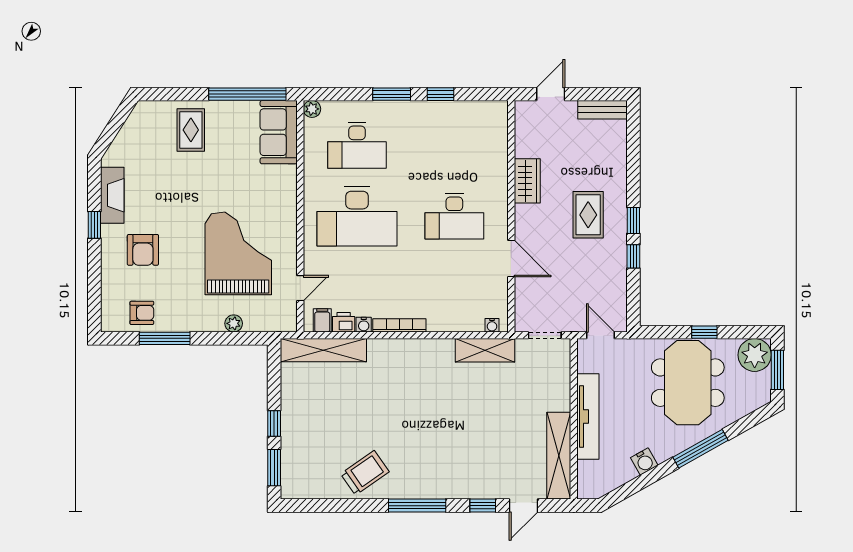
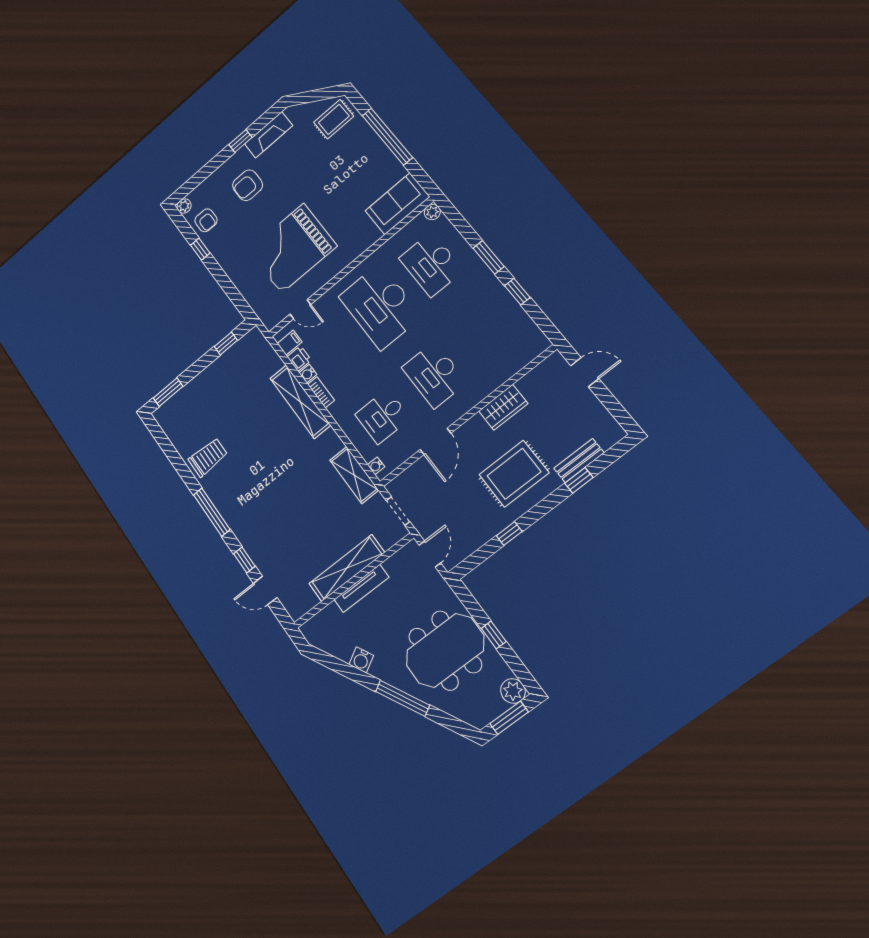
window: (247, 94) -> (387, 137), moved
bench: (602, 110) -> (579, 461), moved, turned 90
rug: (191, 130) -> (334, 119), moved
rug: (588, 215) -> (514, 474), width x1.36, depth x1.43
window: (633, 221) -> (579, 480), moved
grand piano: (238, 253) -> (292, 248), turned 180
desk: (454, 287) -> (383, 416), added
plant: (234, 323) -> (184, 206), moved
bookcase: (399, 325) -> (321, 392), width x0.64
window: (165, 338) -> (200, 249), width x0.46
shelving: (323, 350) -> (300, 402), moved
plant: (755, 355) -> (513, 691), width x0.73, depth x0.73
tv unit: (588, 416) -> (361, 588), width x0.73, depth x0.78
window: (274, 423) -> (226, 343), moved
shelving: (559, 456) -> (347, 568), moved
trolley: (365, 473) -> (208, 457), turned -55

